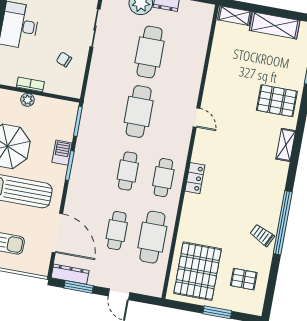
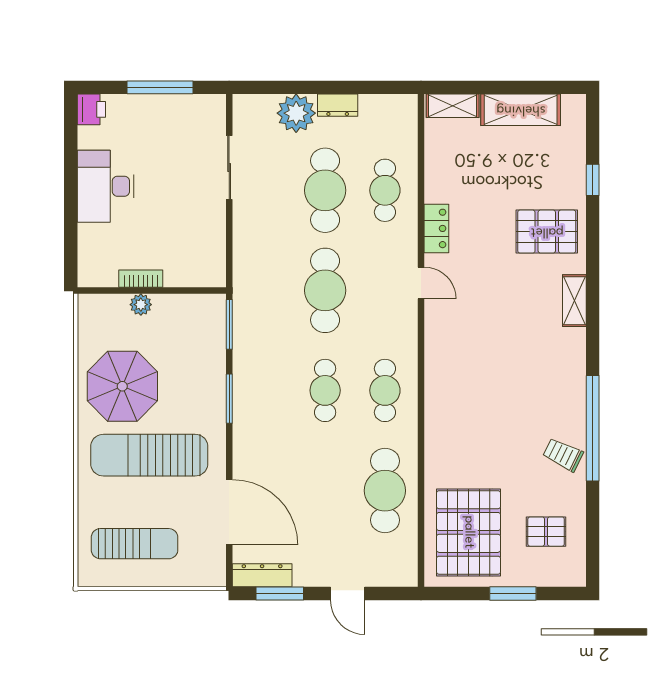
chair: (64, 59) -> (188, 228), removed
barbecue: (62, 153) -> (213, 380), removed
locker: (195, 178) -> (436, 228), moved
cafe table: (117, 231) -> (385, 190), moved

